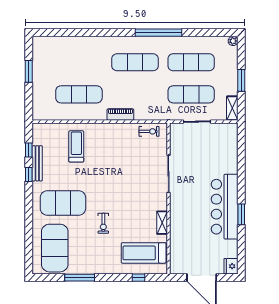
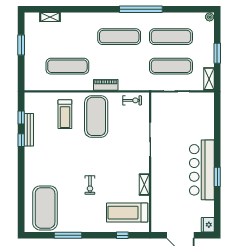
shelving: (60, 41) -> (50, 17), added
treadmill: (76, 146) -> (65, 114), turned 180
exercise mat: (63, 203) -> (96, 116), moved, turned 90

